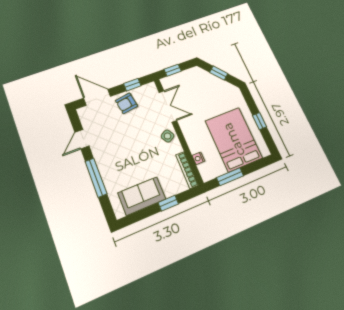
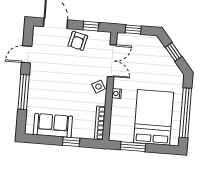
armchair: (126, 103) -> (78, 41), turned -67
window: (259, 121) -> (185, 113), width x3.17
nightstand: (198, 158) -> (117, 93), moved

